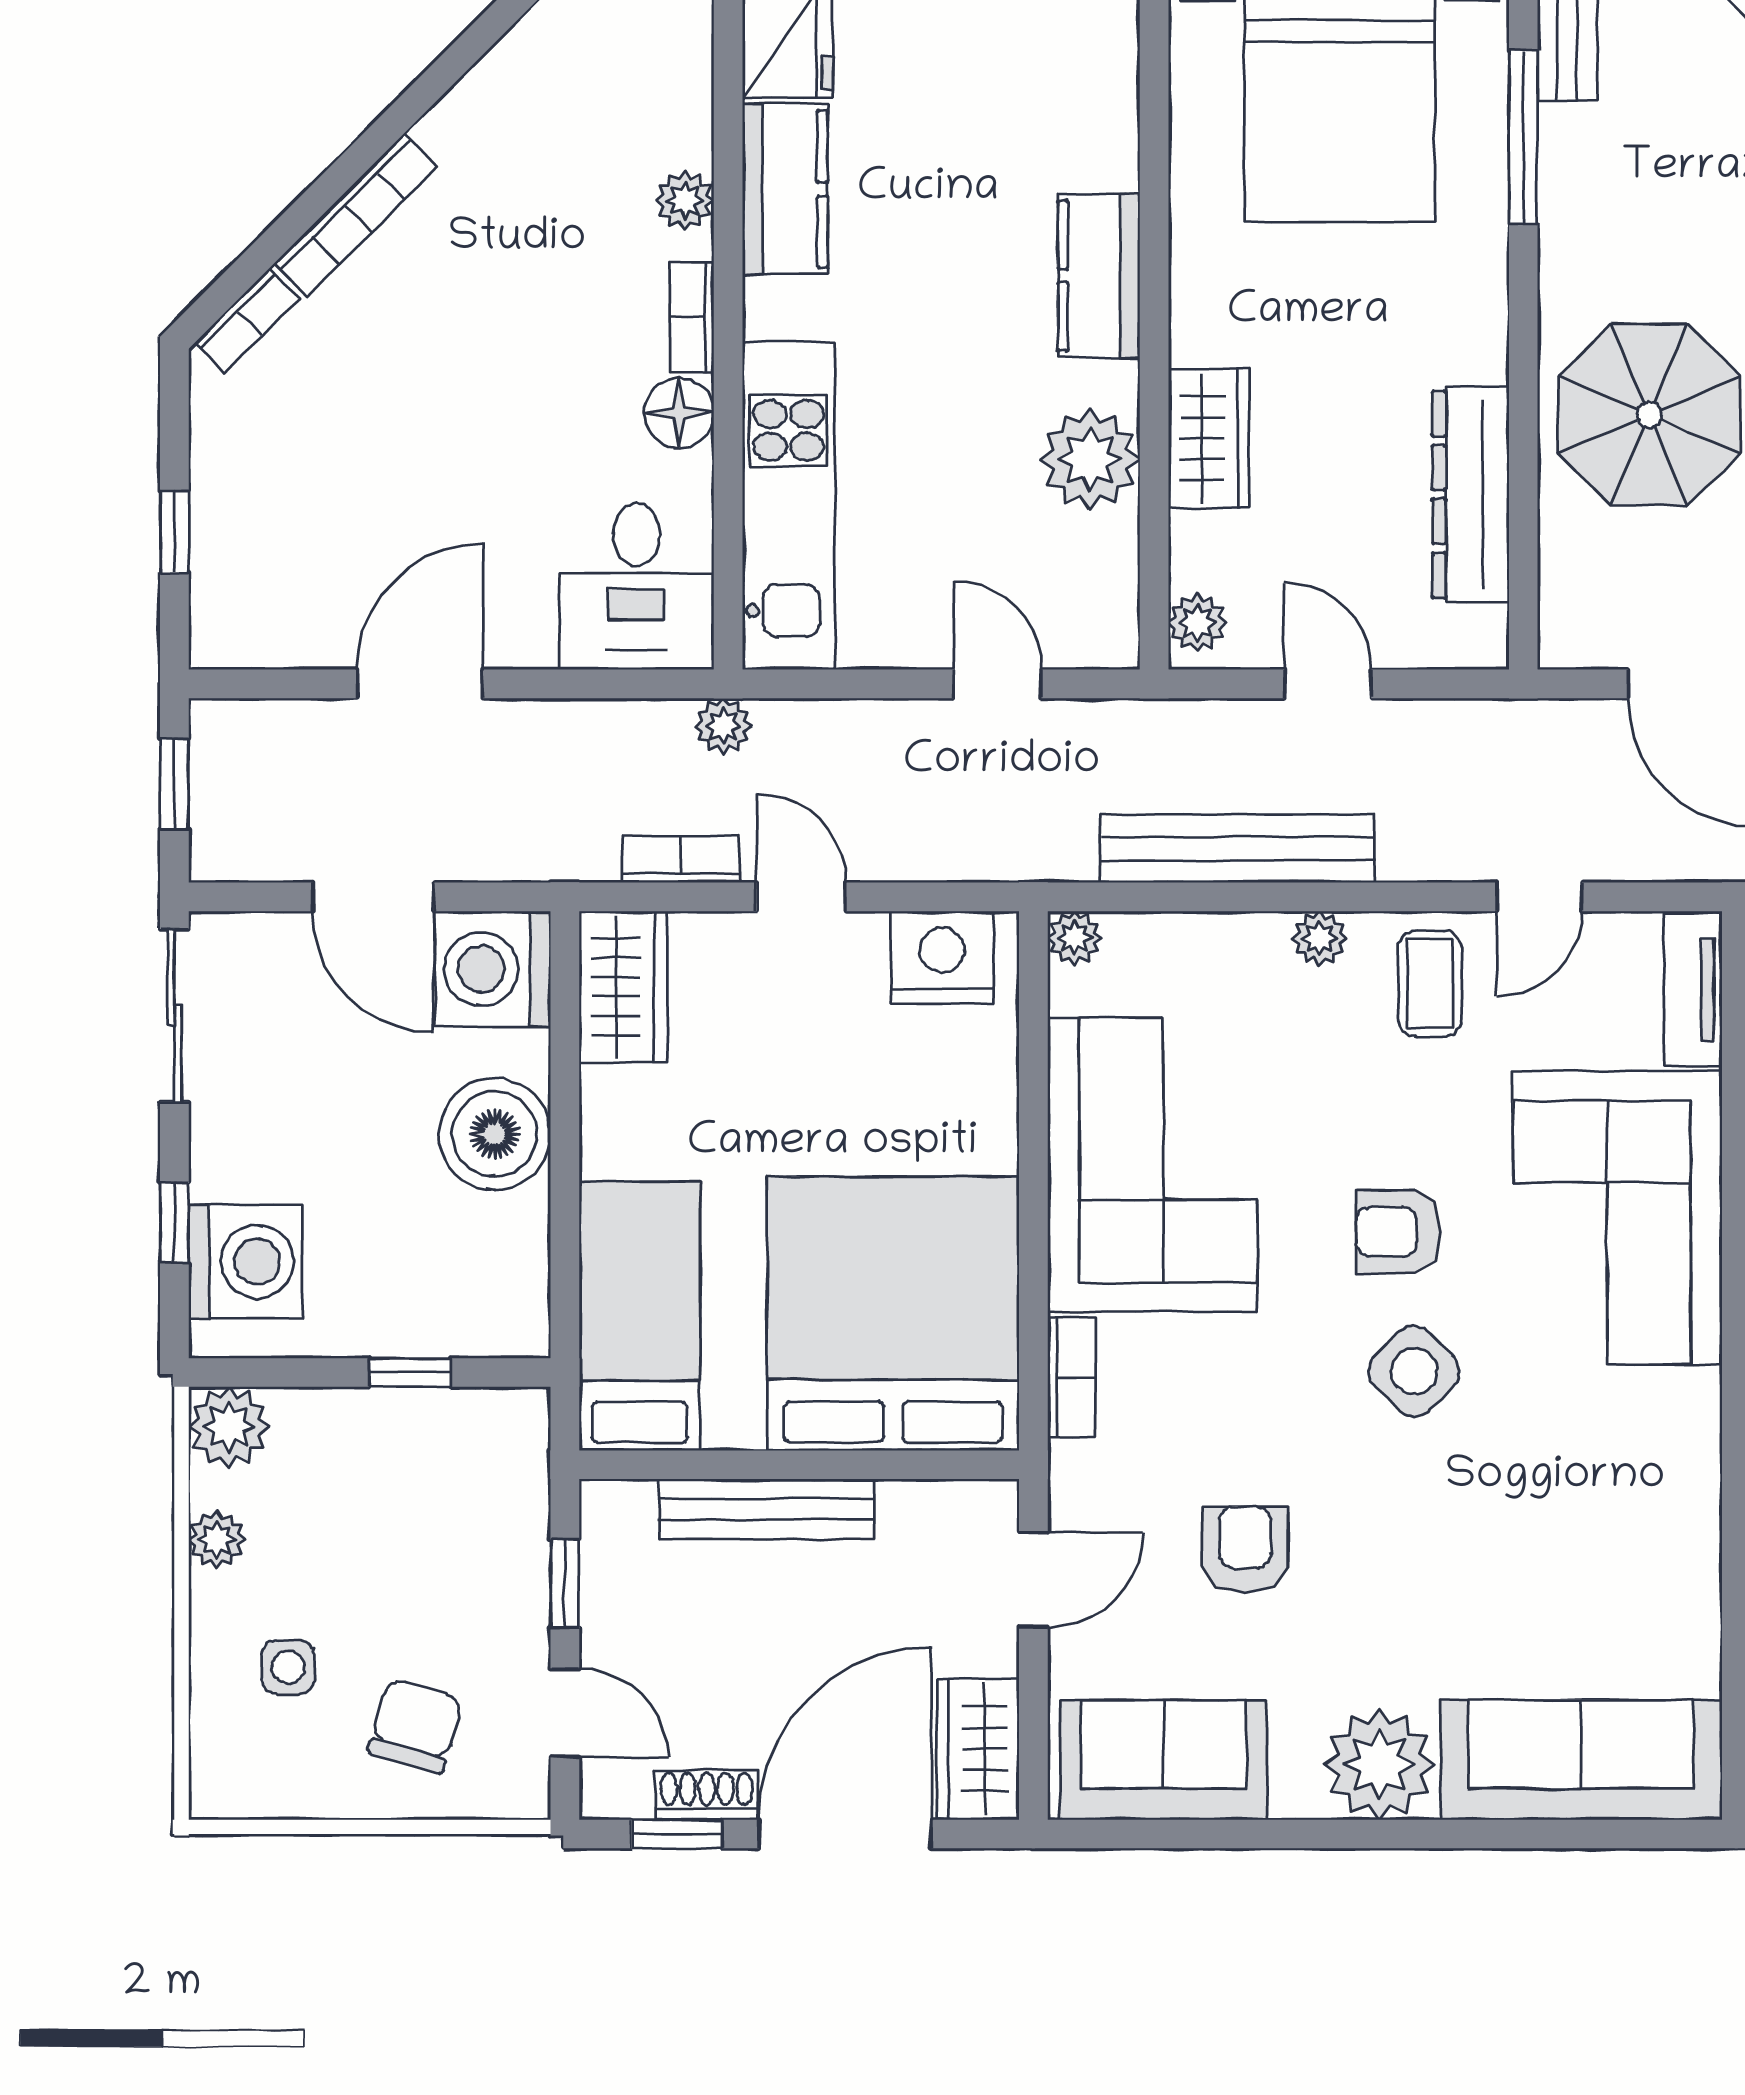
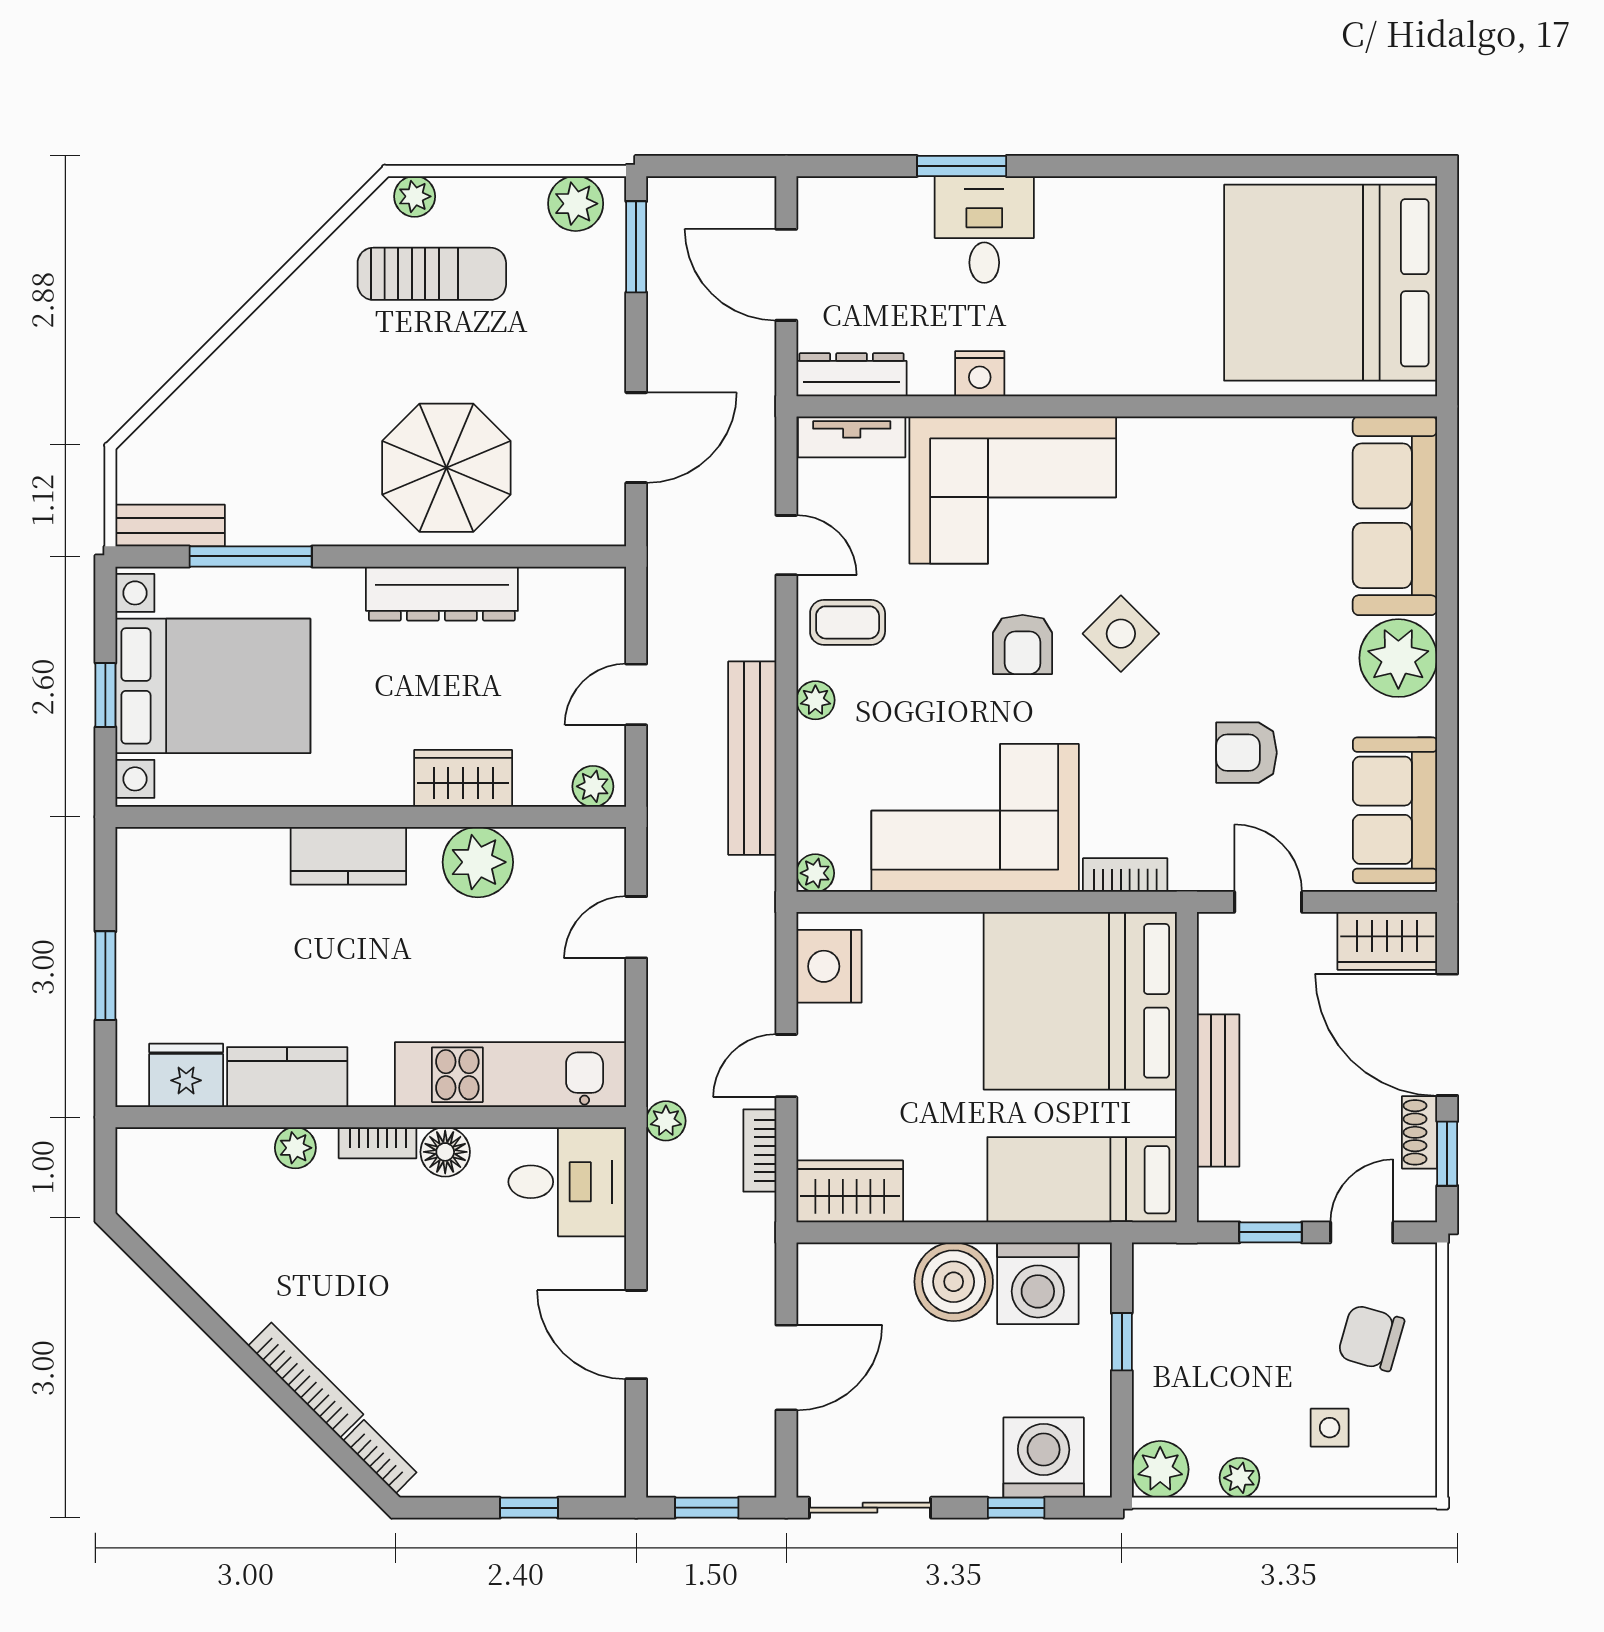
dresser: (1471, 495) -> (442, 594), moved
washing machine: (493, 969) -> (1038, 1283), moved

